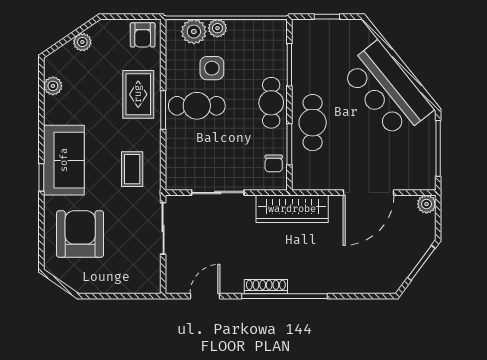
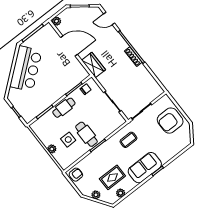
plant: (194, 32) -> (60, 157), removed
rug: (138, 94) -> (112, 177), moved
cafe table: (313, 123) -> (59, 87), removed
wardrobe: (292, 209) -> (93, 65), width x0.67
armchair: (80, 234) -> (170, 121), moved
door: (205, 296) -> (109, 18), moved

